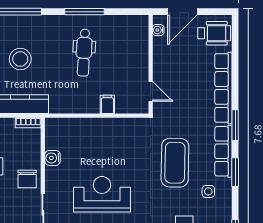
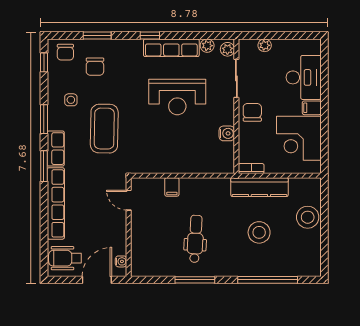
row of seats: (223, 151) -> (56, 149), width x0.68

